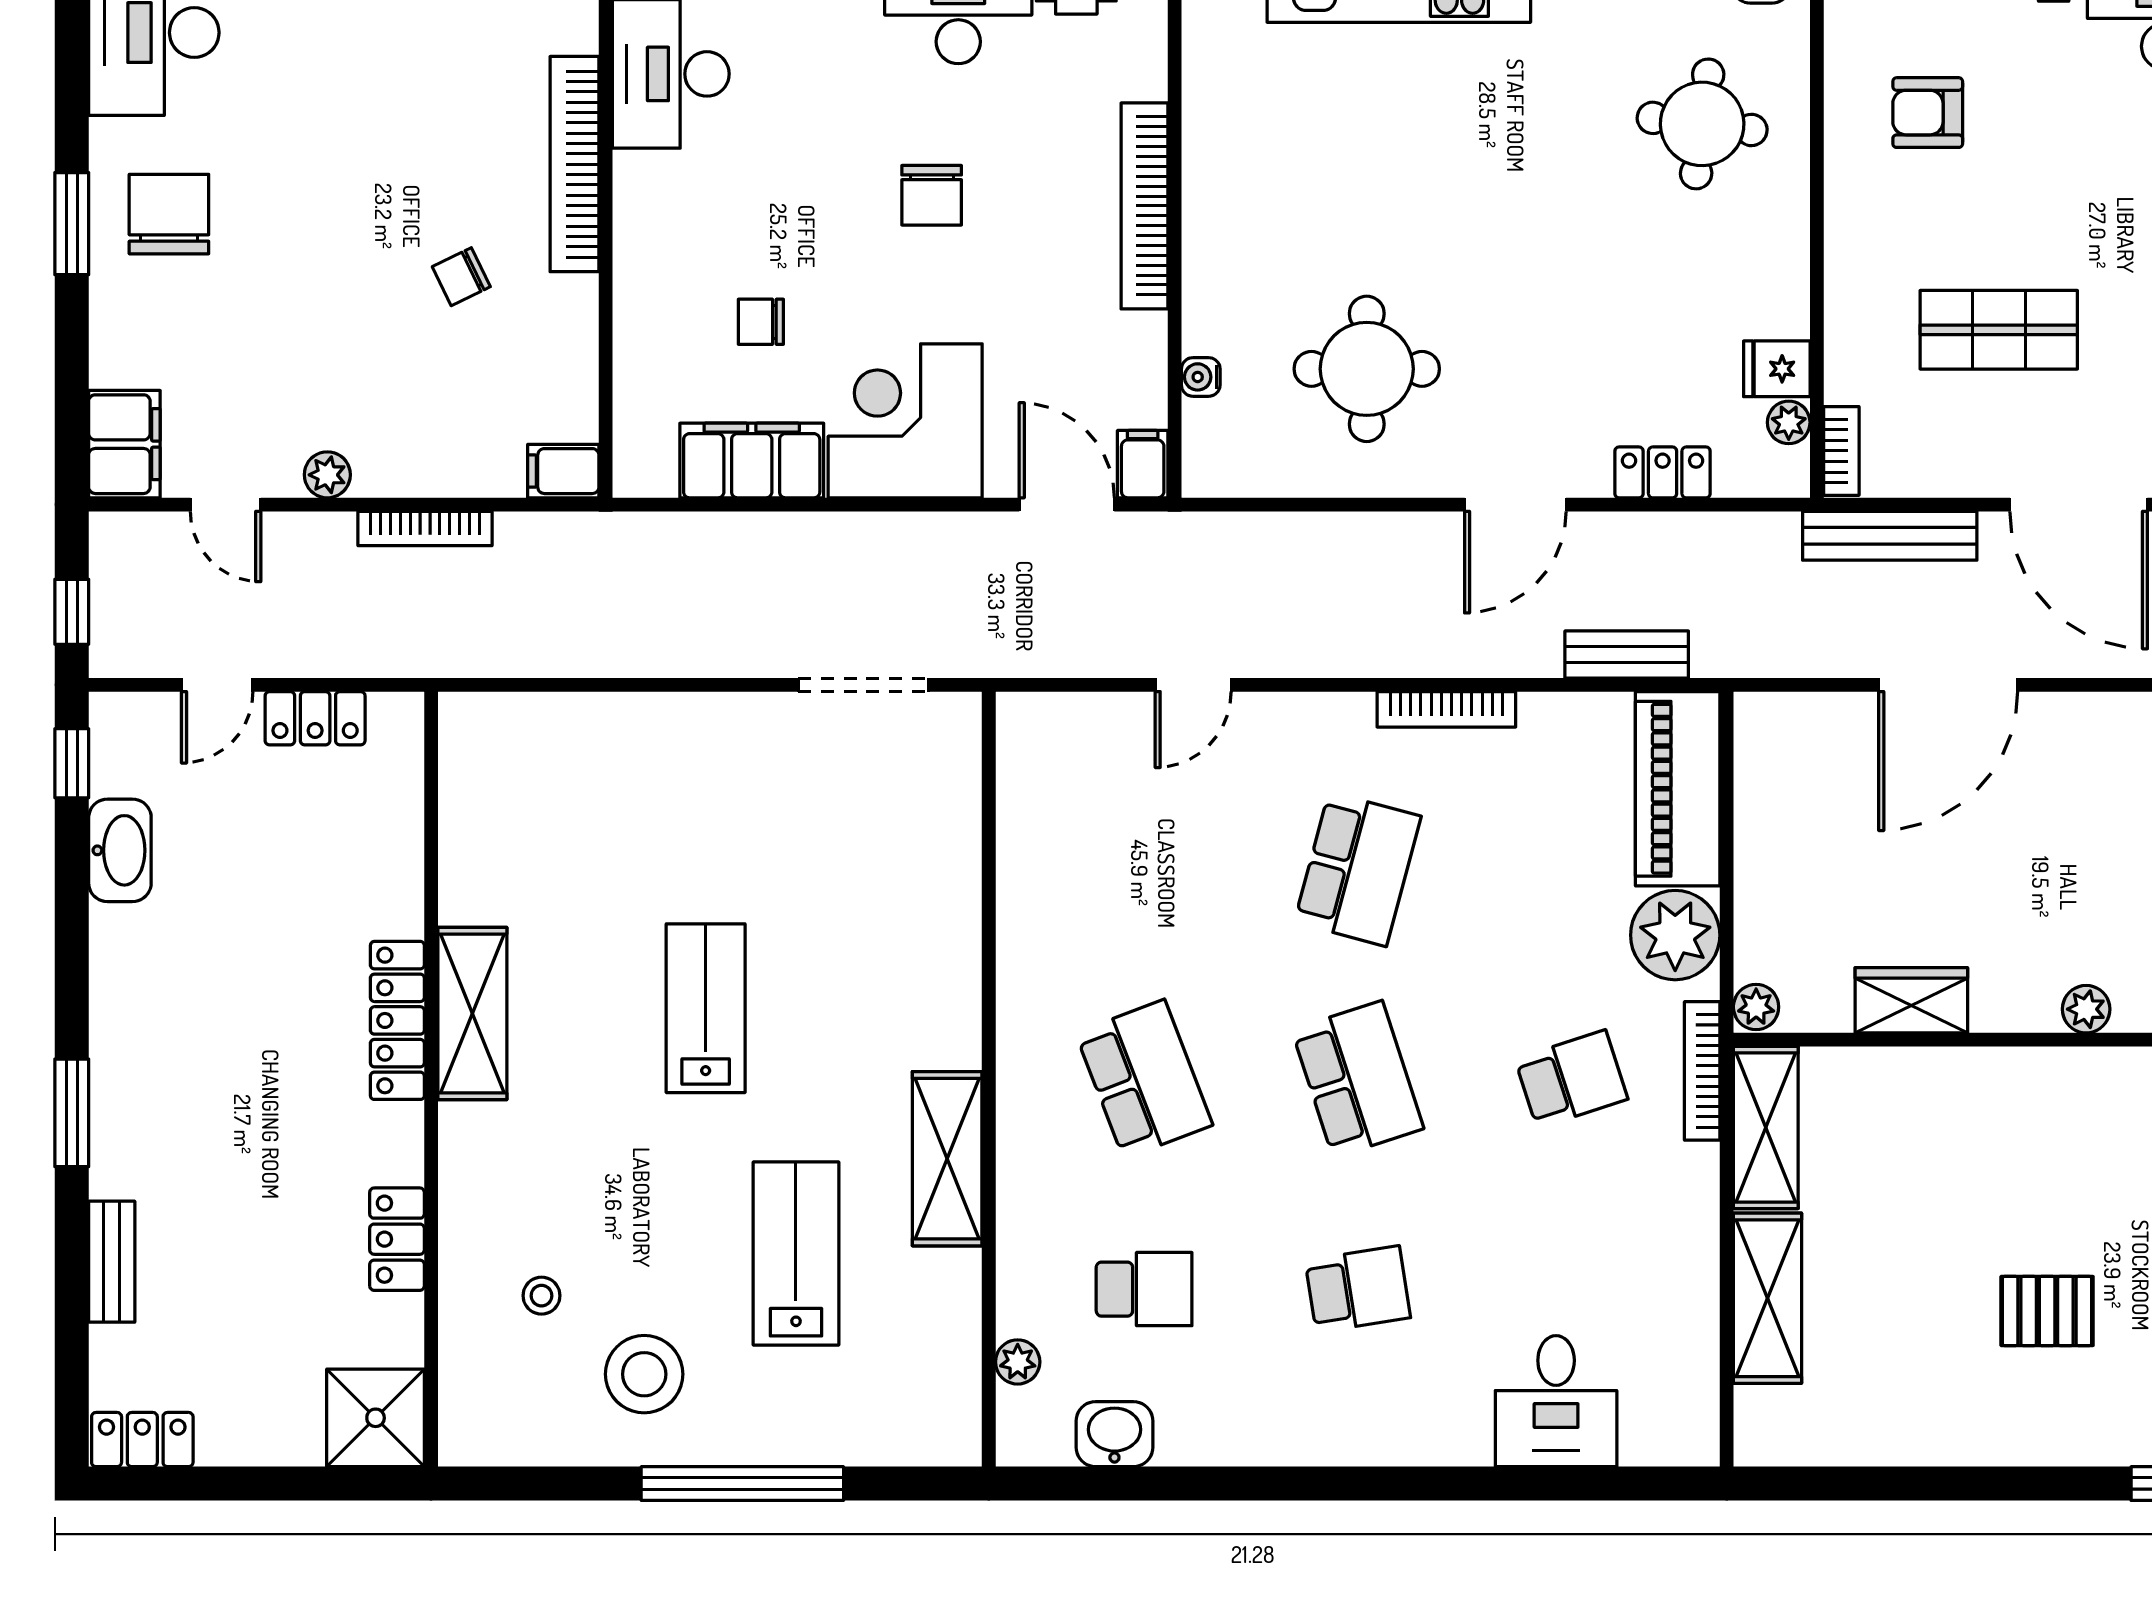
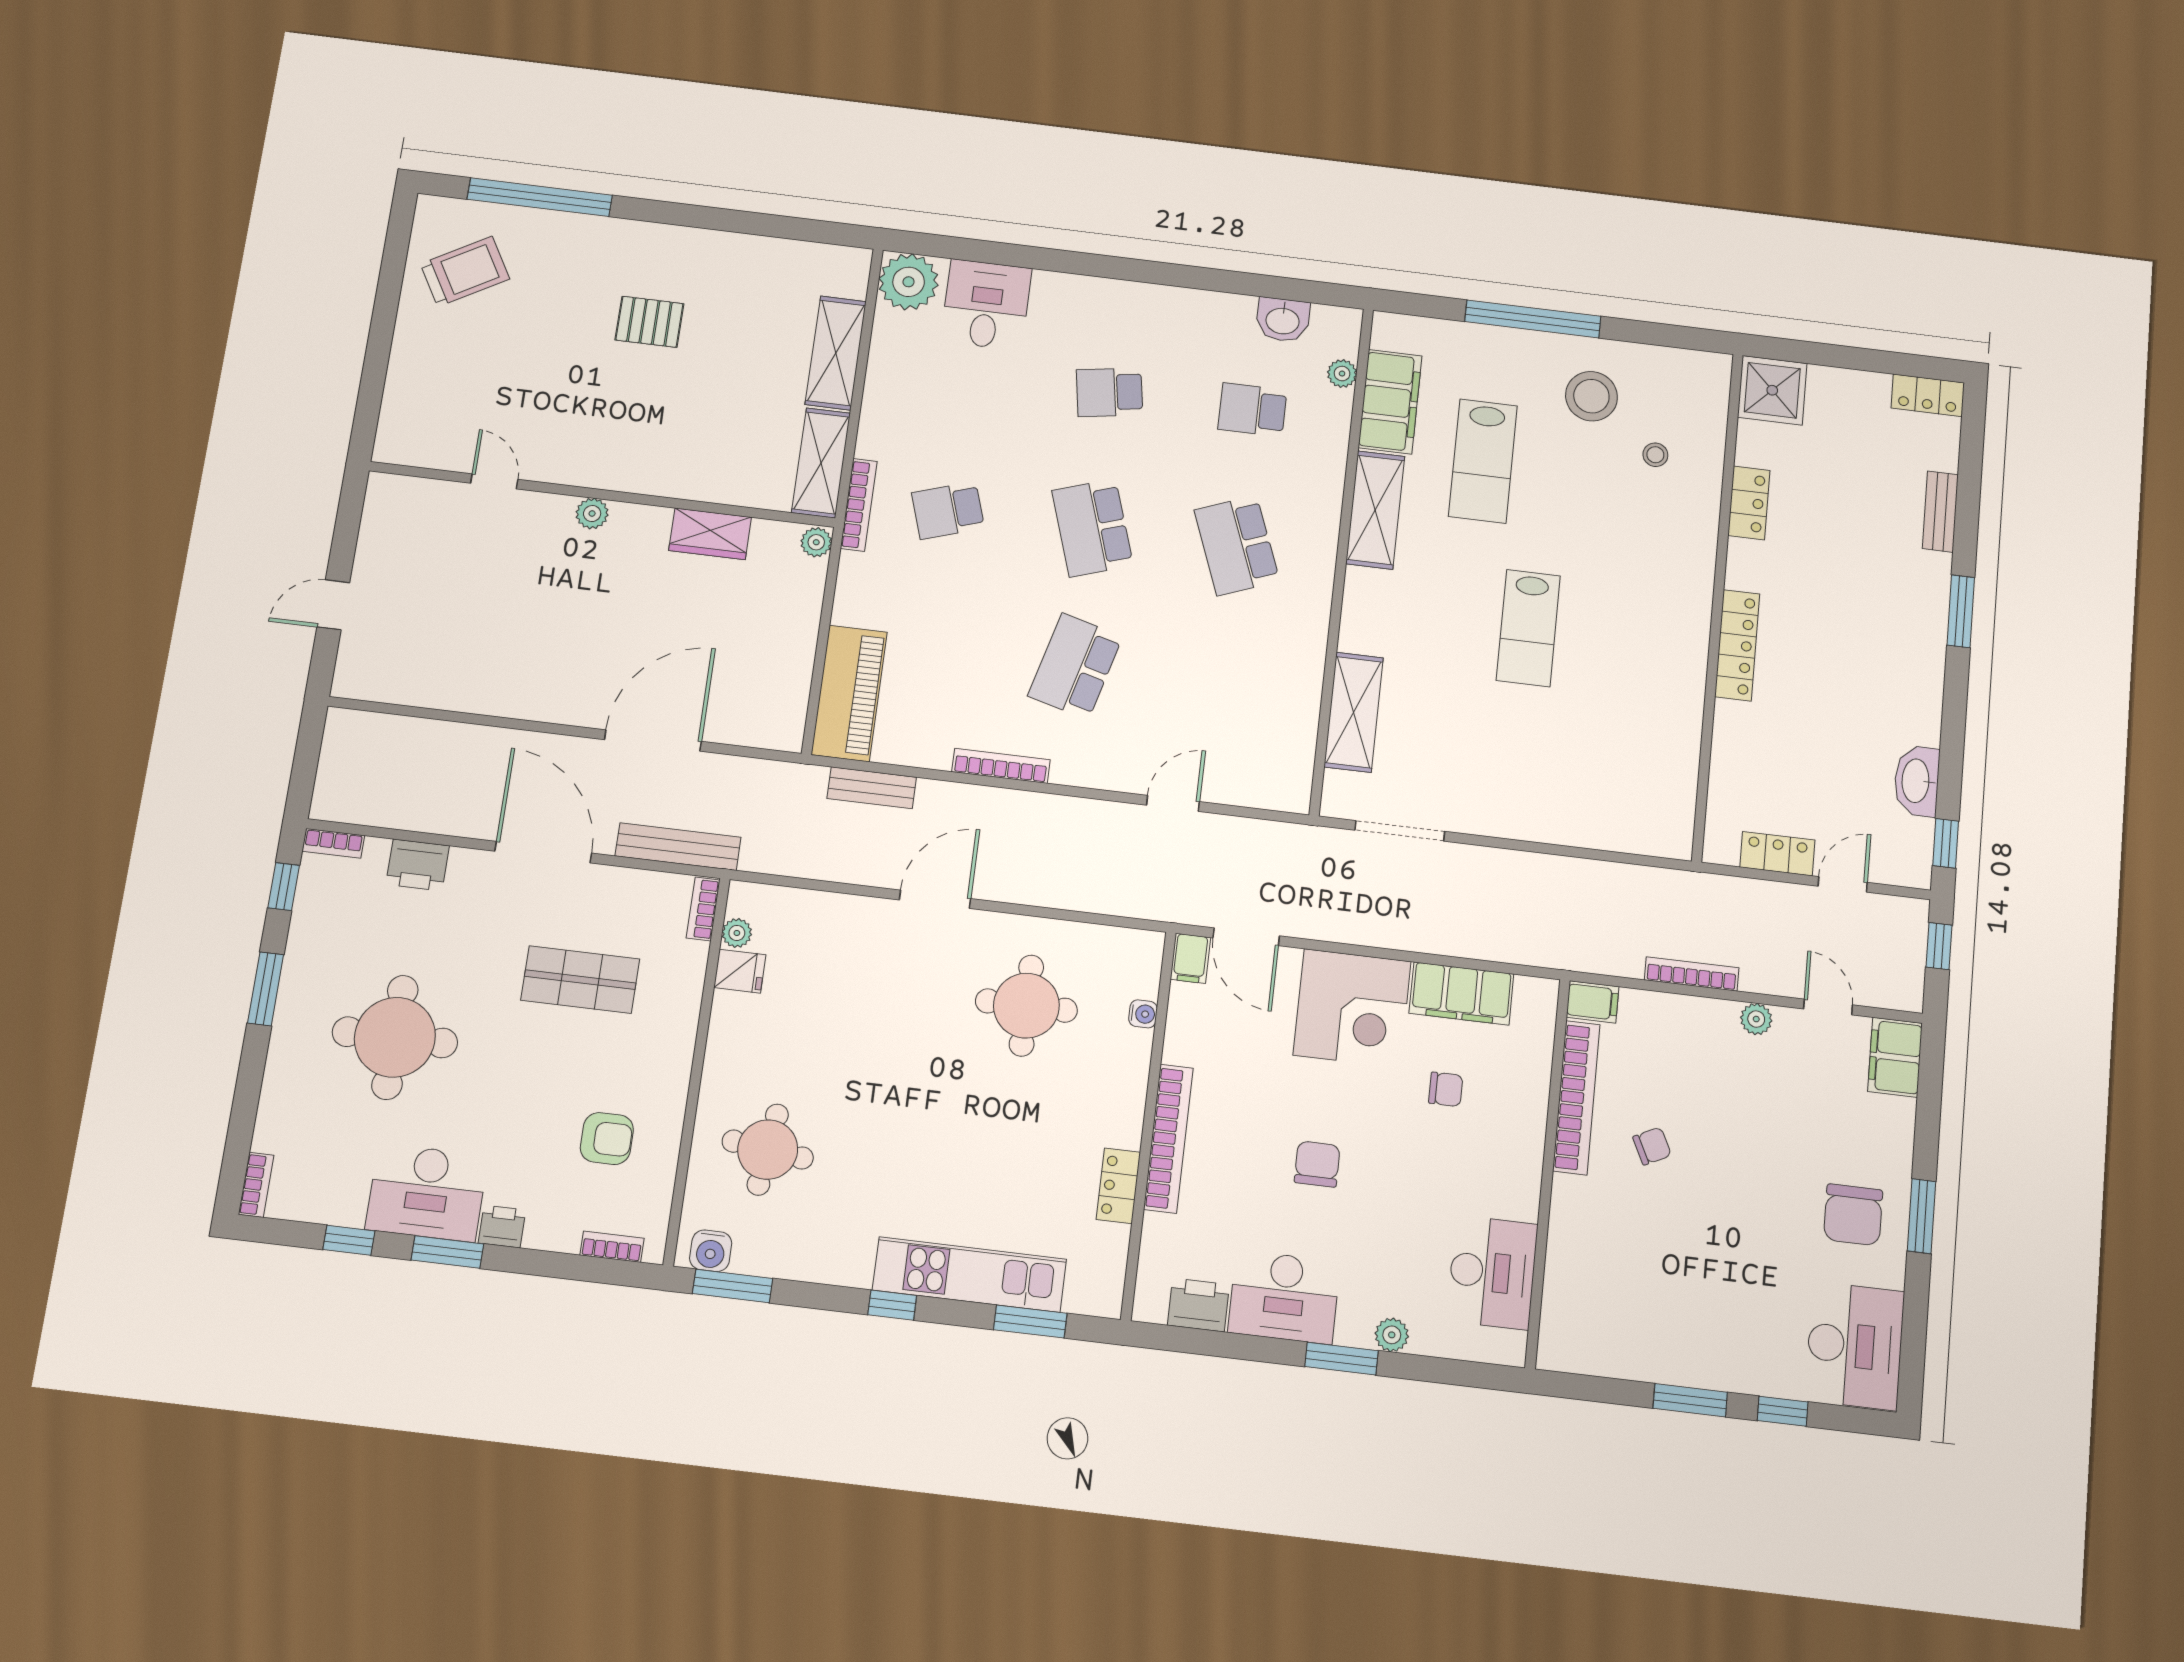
bookcase: (575, 164) -> (1576, 1098), moved
locker: (1663, 472) -> (1118, 1186), moved, turned 90
plant: (1675, 935) -> (909, 282), moved
shelving: (472, 1013) -> (1354, 712), moved
filing cabinet: (942, 1327) -> (1390, 402), added

